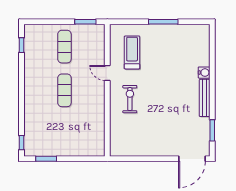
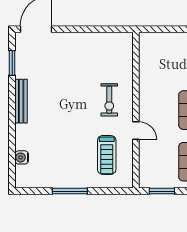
water cooler: (204, 73) -> (22, 157), moved

